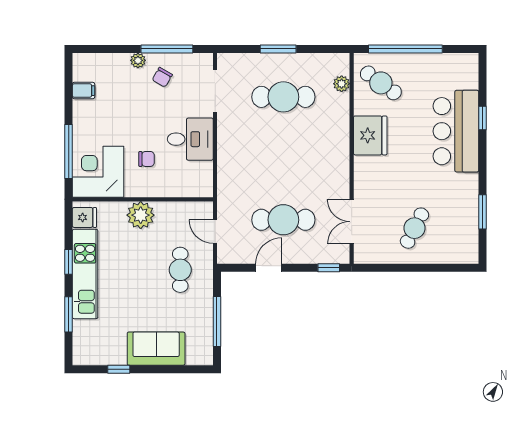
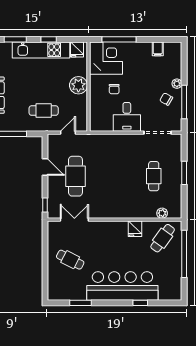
cafe table: (283, 97) -> (154, 176), width x0.73, depth x0.74
bar counter: (456, 131) -> (122, 286), width x1.36
fridge: (370, 135) -> (135, 229), width x0.53, depth x0.75

